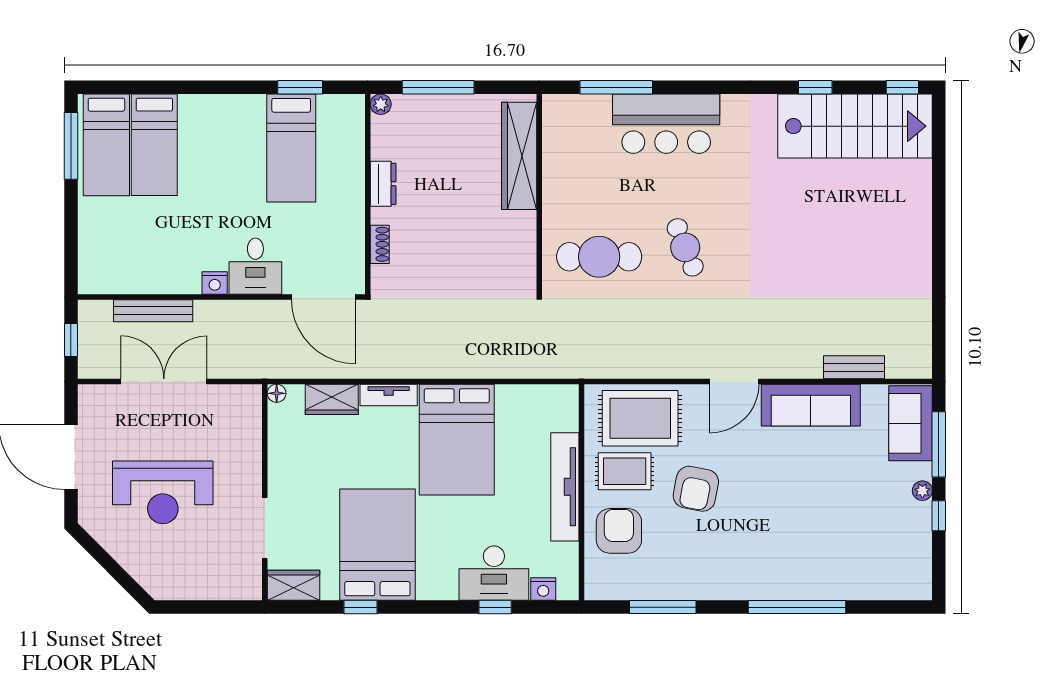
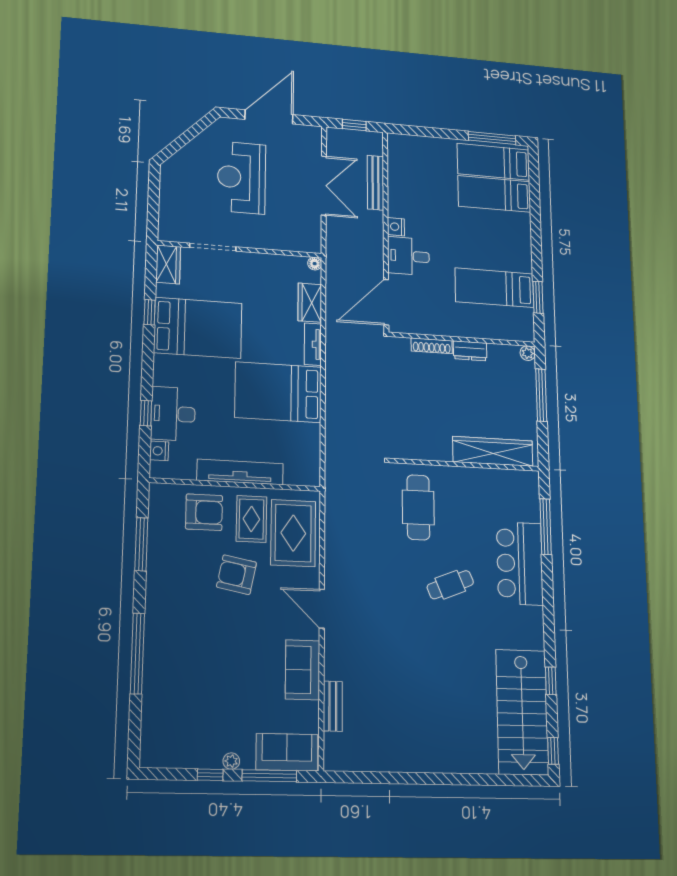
shoe rack: (380, 244) -> (432, 346), width x1.43
cafe table: (685, 247) -> (450, 585), moved
sofa: (811, 405) -> (303, 670), width x0.73

